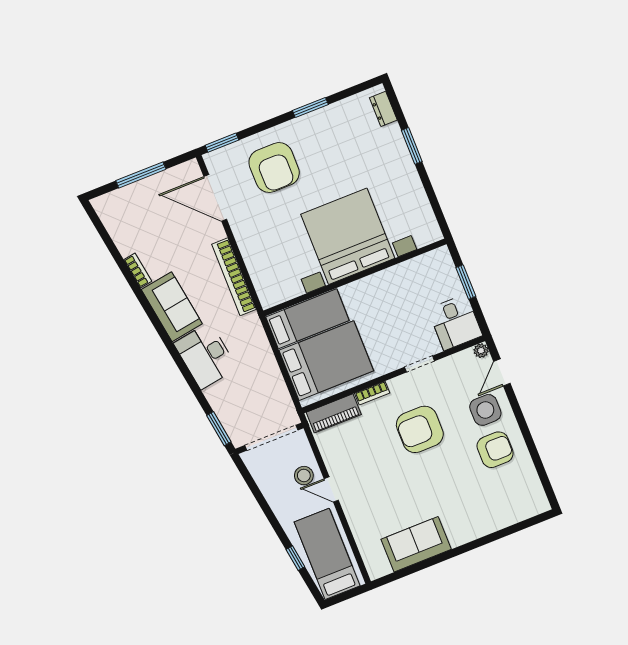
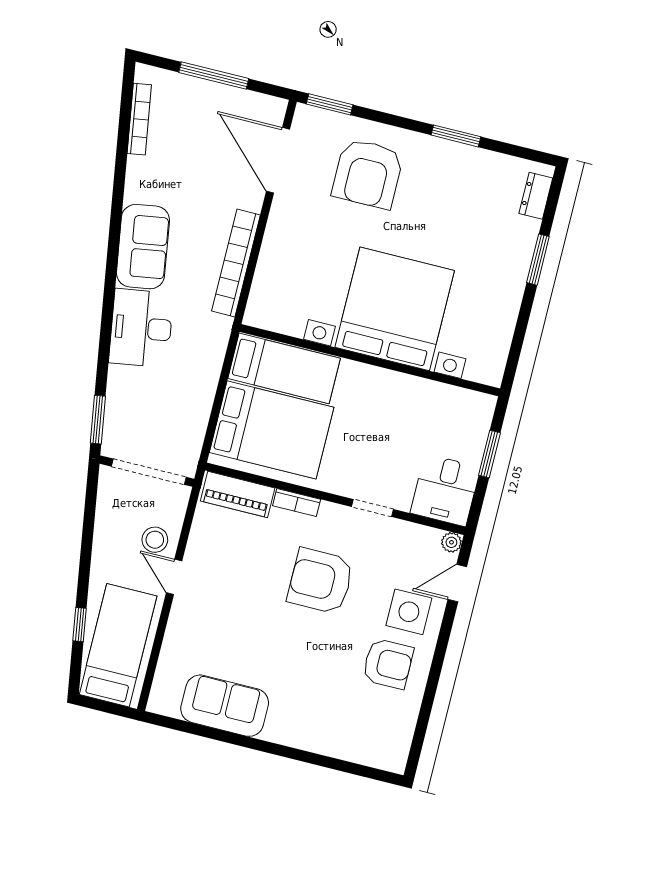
bookcase: (138, 270) -> (139, 119), moved, width x1.56

